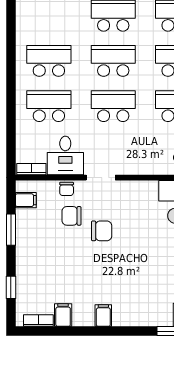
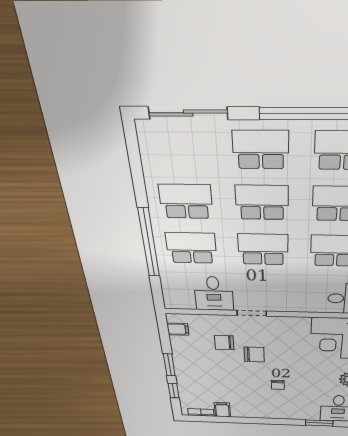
window: (11, 102) -> (149, 243), added
bookcase: (31, 169) -> (180, 304), removed
chair: (67, 189) -> (278, 385), moved
window: (11, 230) -> (169, 365), moved
filing cabinet: (103, 316) -> (258, 411), removed

